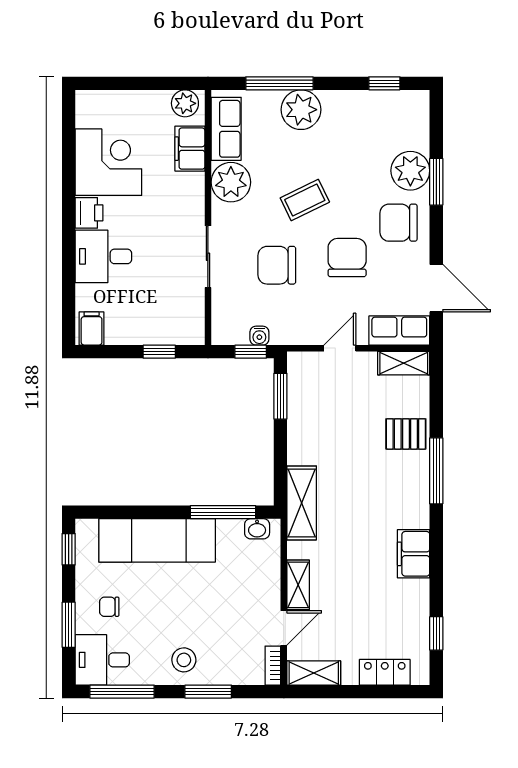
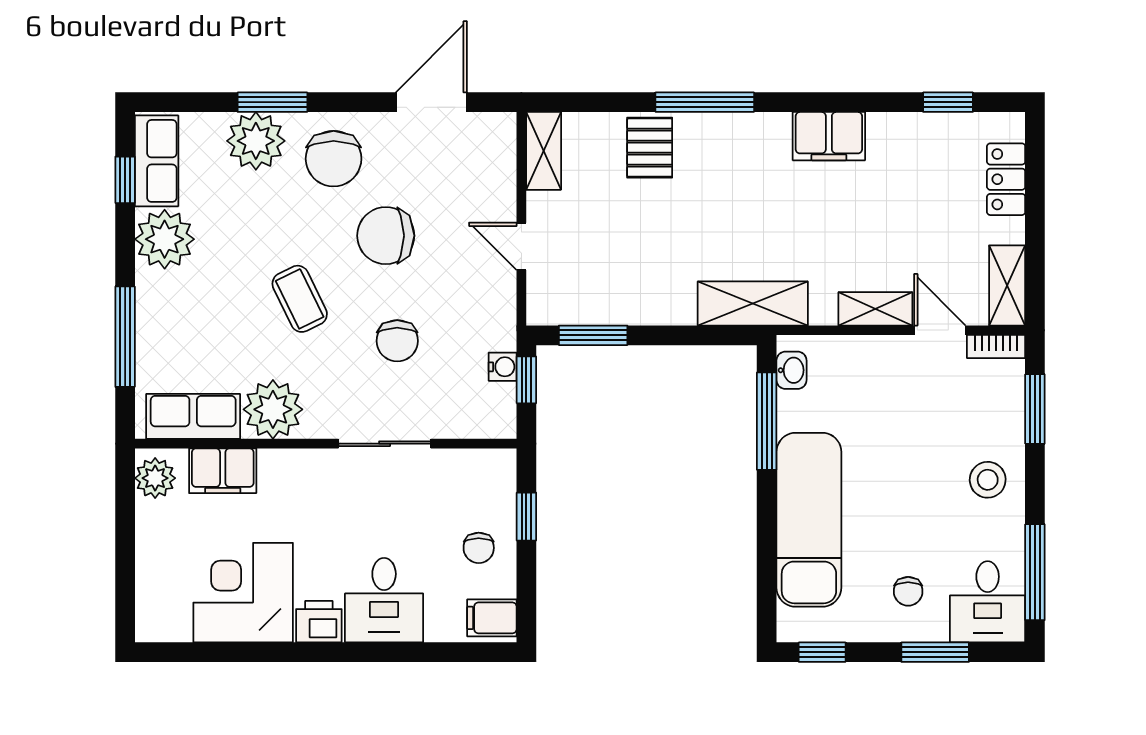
plant: (301, 110) -> (165, 239), moved
chair: (277, 265) -> (397, 341), width x0.73, depth x0.73
chair: (138, 320) -> (479, 548), added
row of seats: (399, 331) -> (157, 161), moved, turned 180
window: (208, 692) -> (1035, 409), moved

